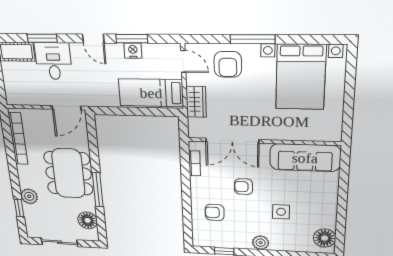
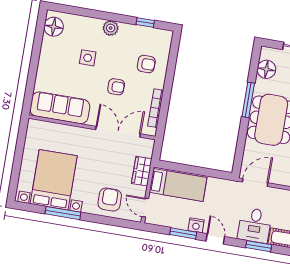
window: (253, 39) -> (63, 213), moved
nightstand: (133, 51) -> (196, 225), moved
bookcase: (195, 163) -> (156, 108), width x1.56

